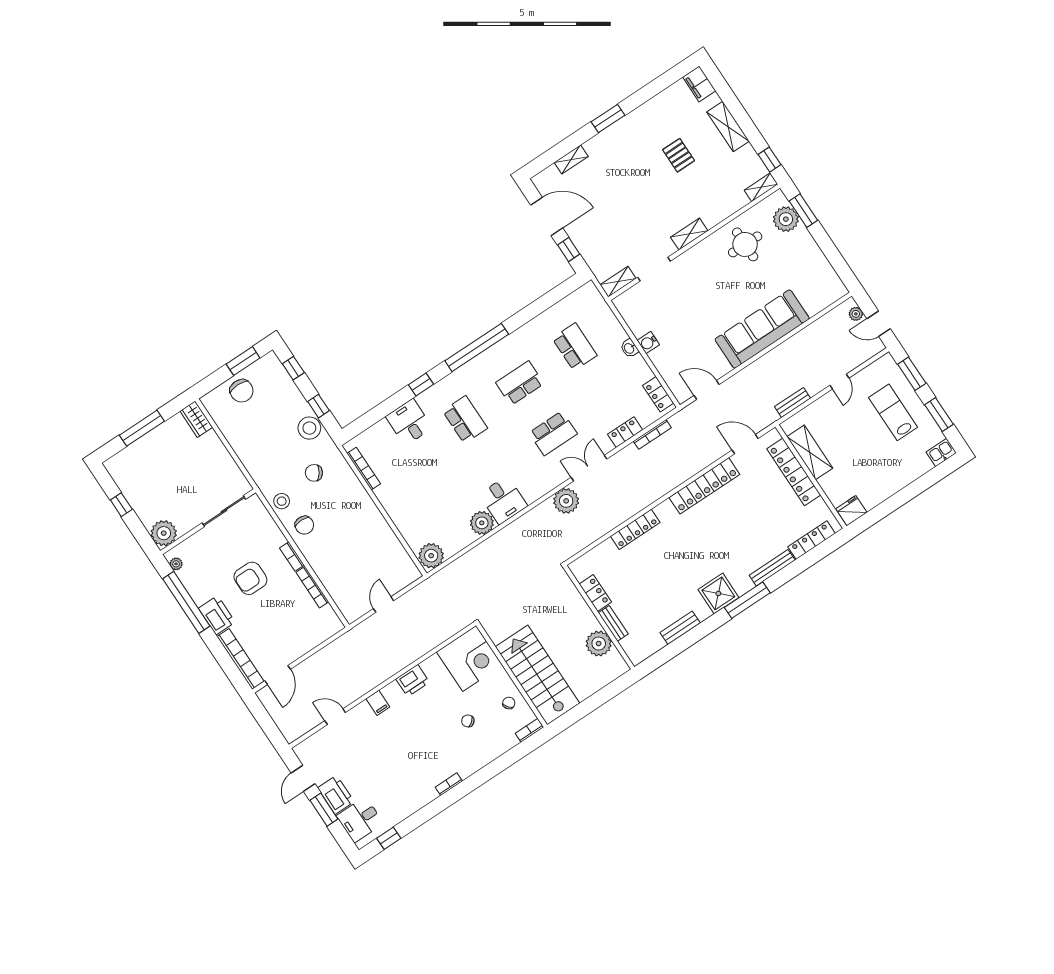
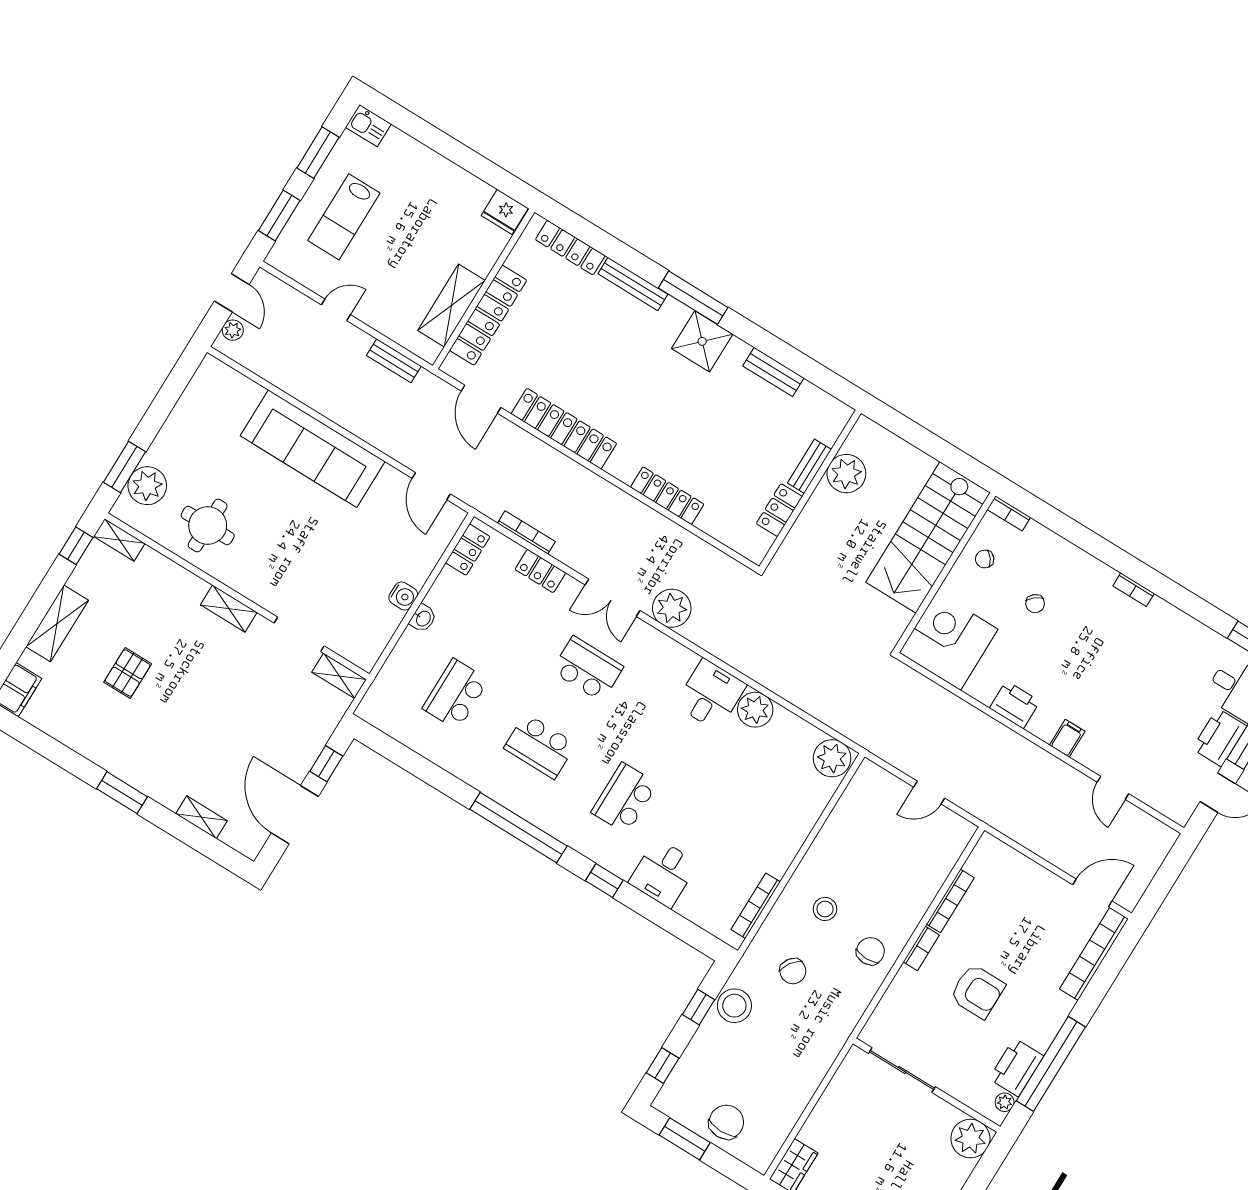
stool: (282, 501) -> (825, 909), moved
printer: (217, 615) -> (1016, 1067), moved

